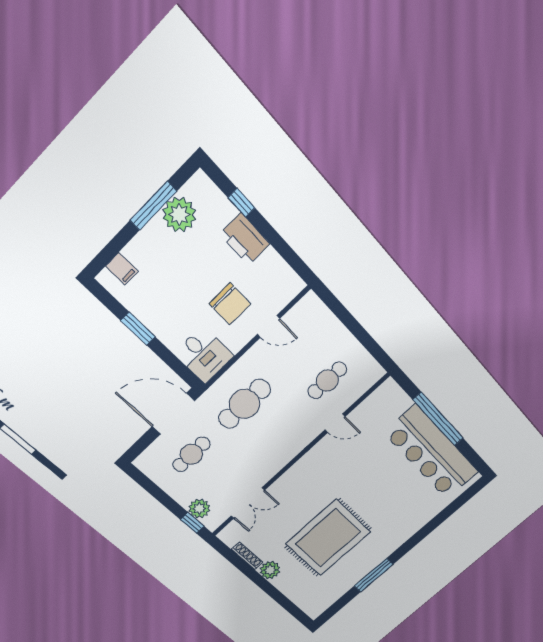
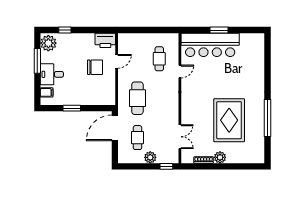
plant: (179, 215) -> (48, 43), moved
printer: (245, 239) -> (105, 40), moved
desk: (204, 355) -> (52, 74), moved, turned 180
window: (438, 419) -> (219, 30), width x0.47
bar counter: (432, 453) -> (210, 45), moved
plant: (199, 509) -> (150, 157), moved
window: (374, 575) -> (268, 118), width x1.46

